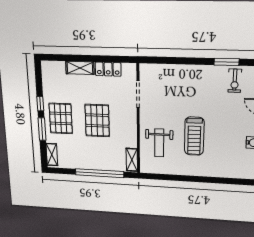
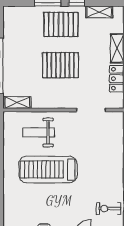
treadmill: (194, 136) -> (48, 170), width x1.37, depth x1.38
shelving: (52, 155) -> (99, 12), moved

